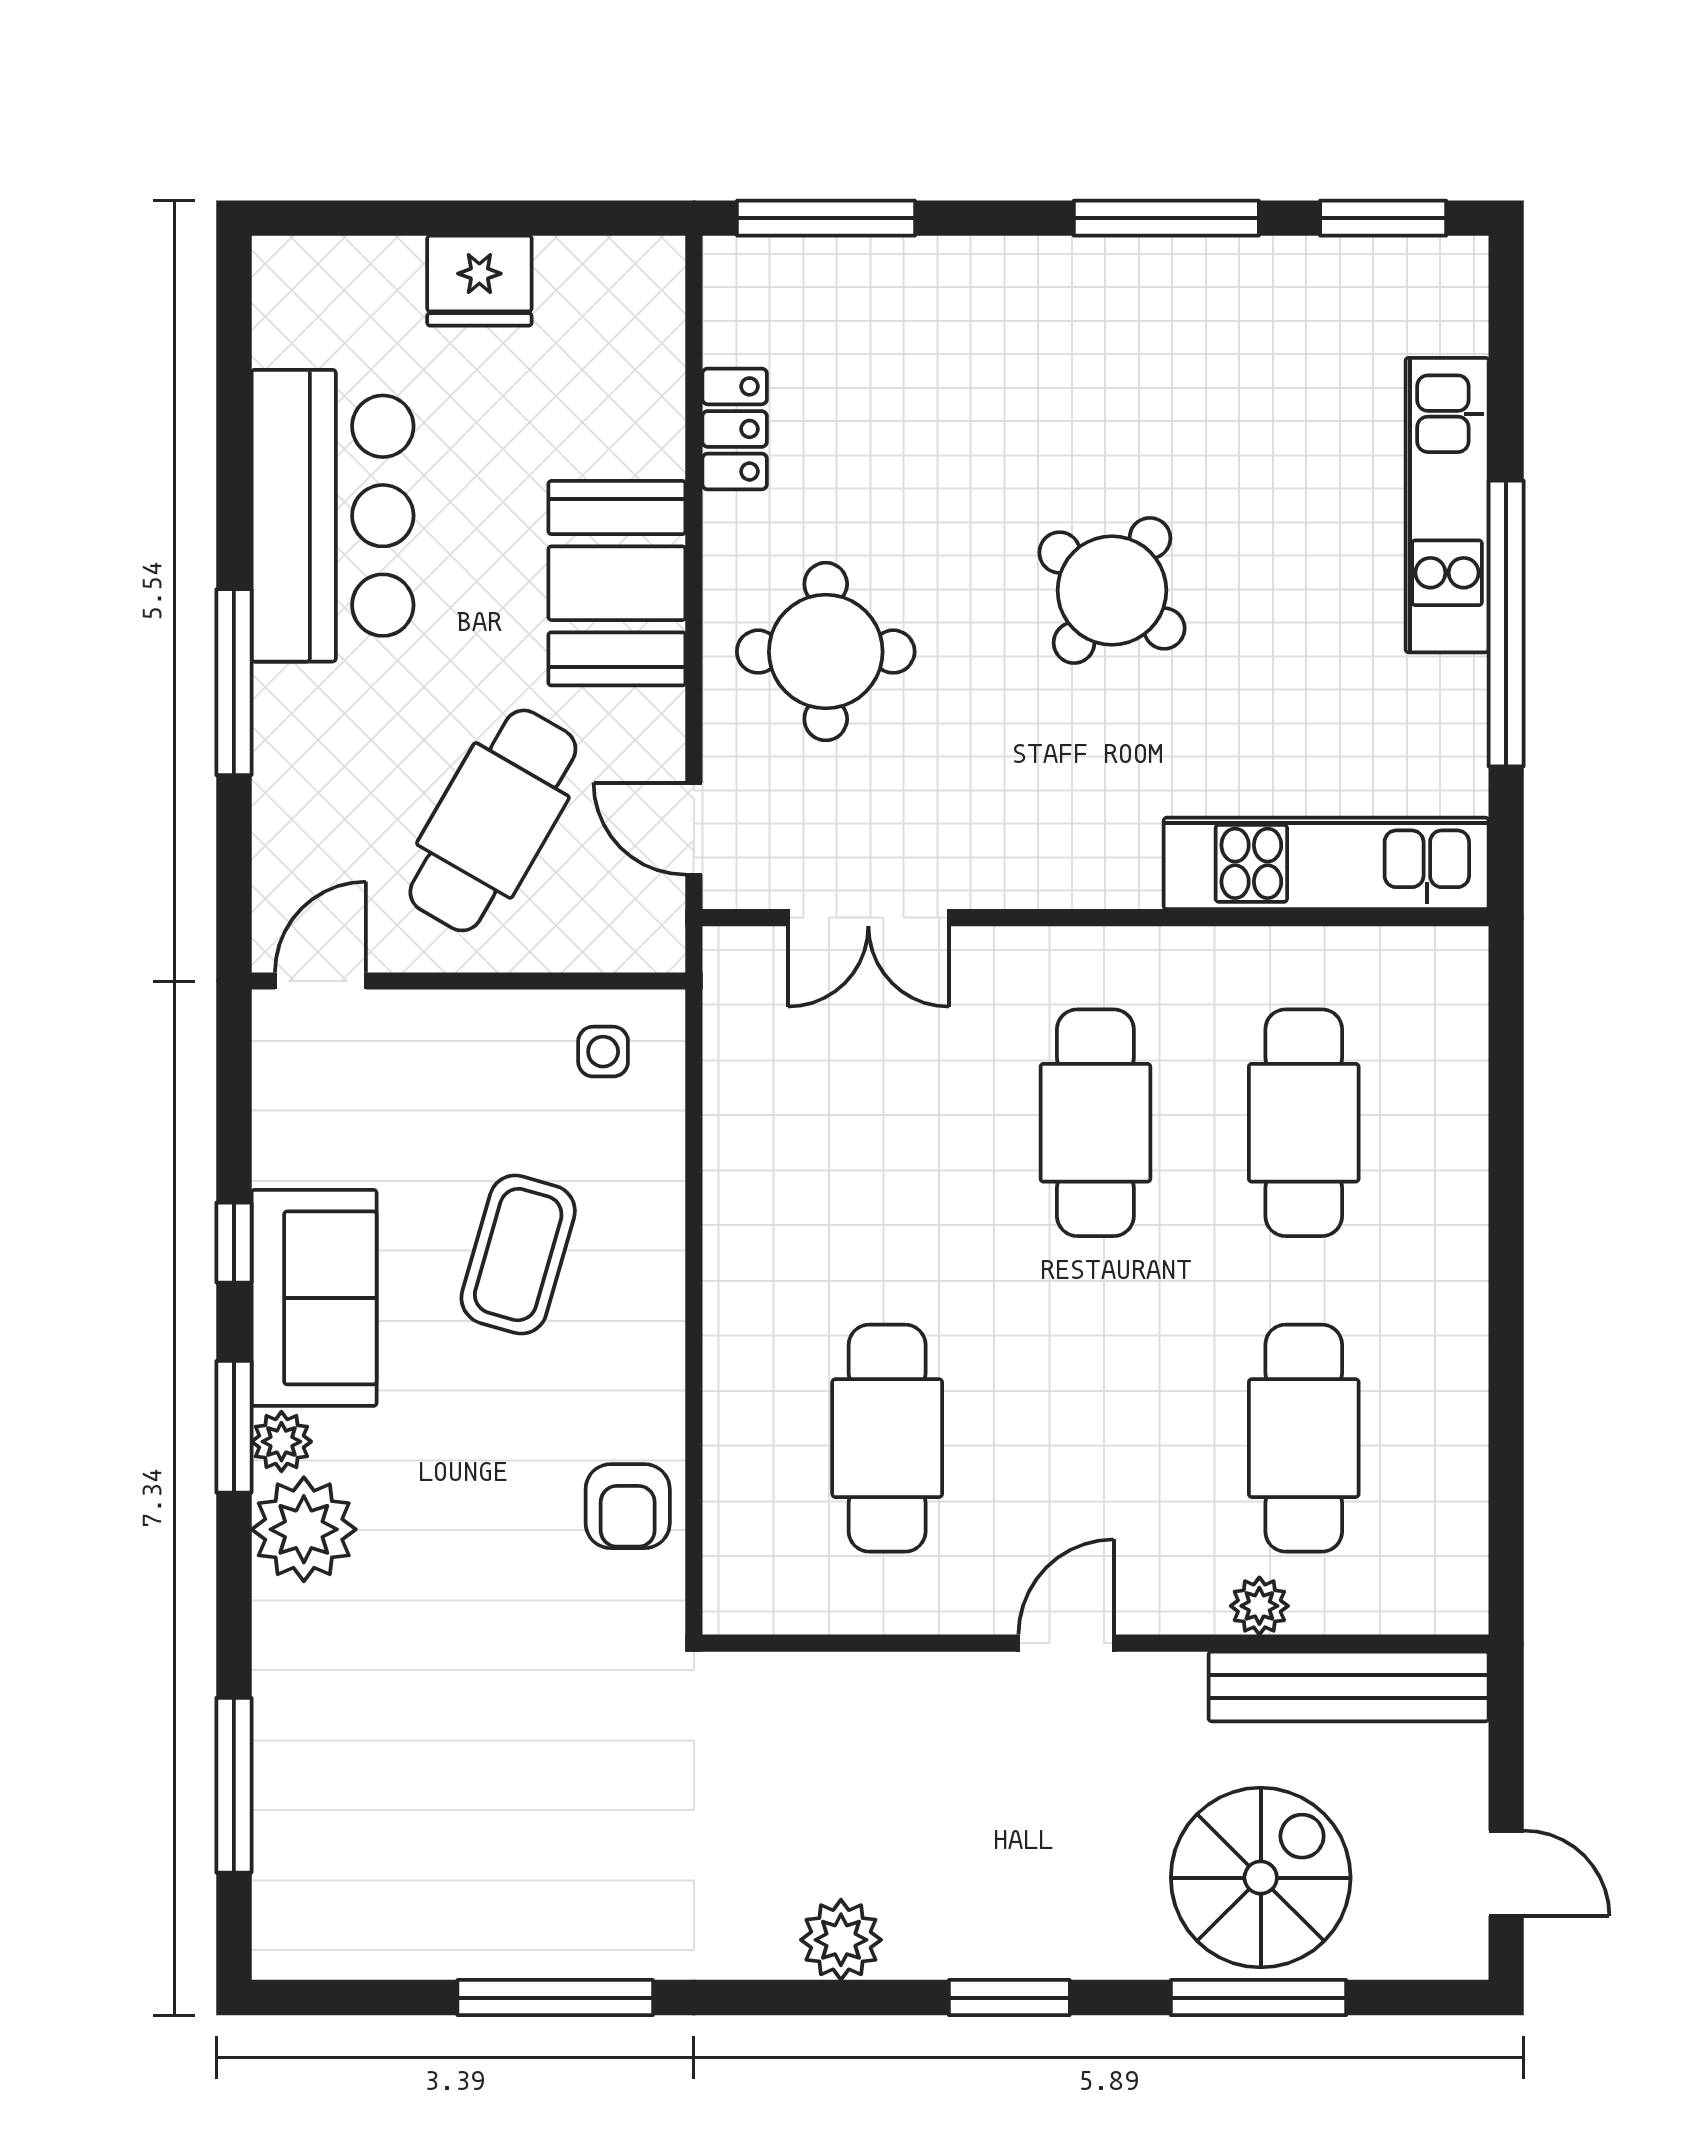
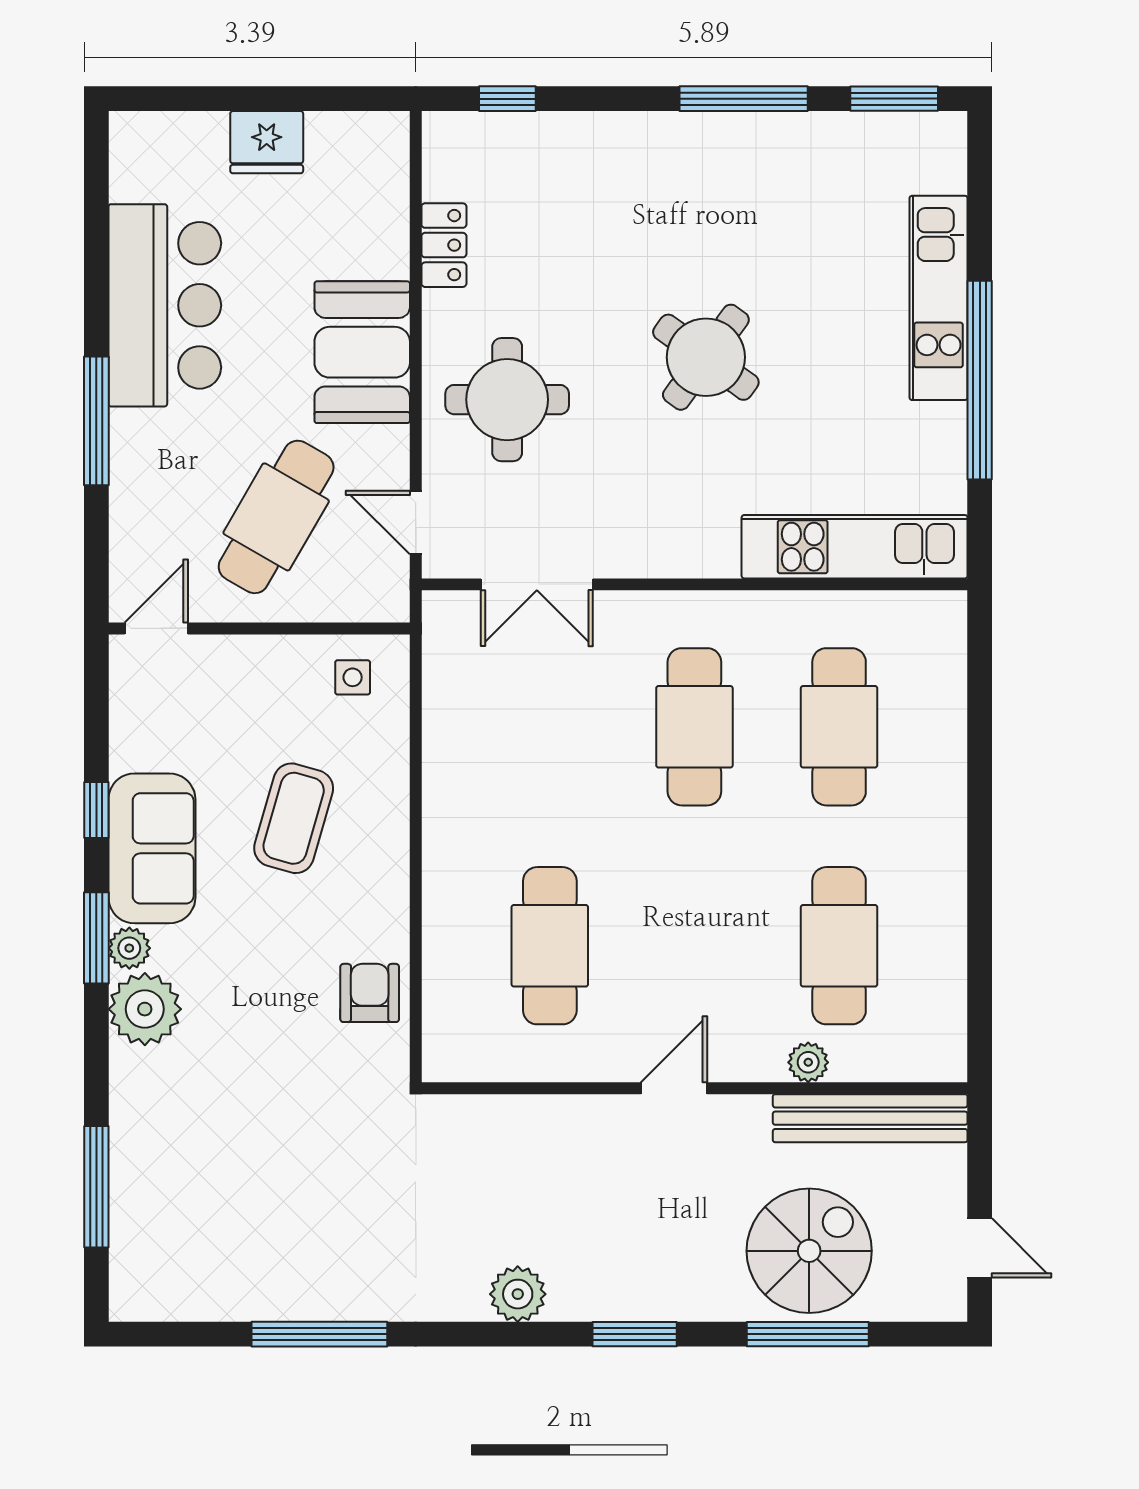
window: (826, 218) -> (507, 99), width x0.46
armchair: (628, 1506) -> (370, 993), turned 180

